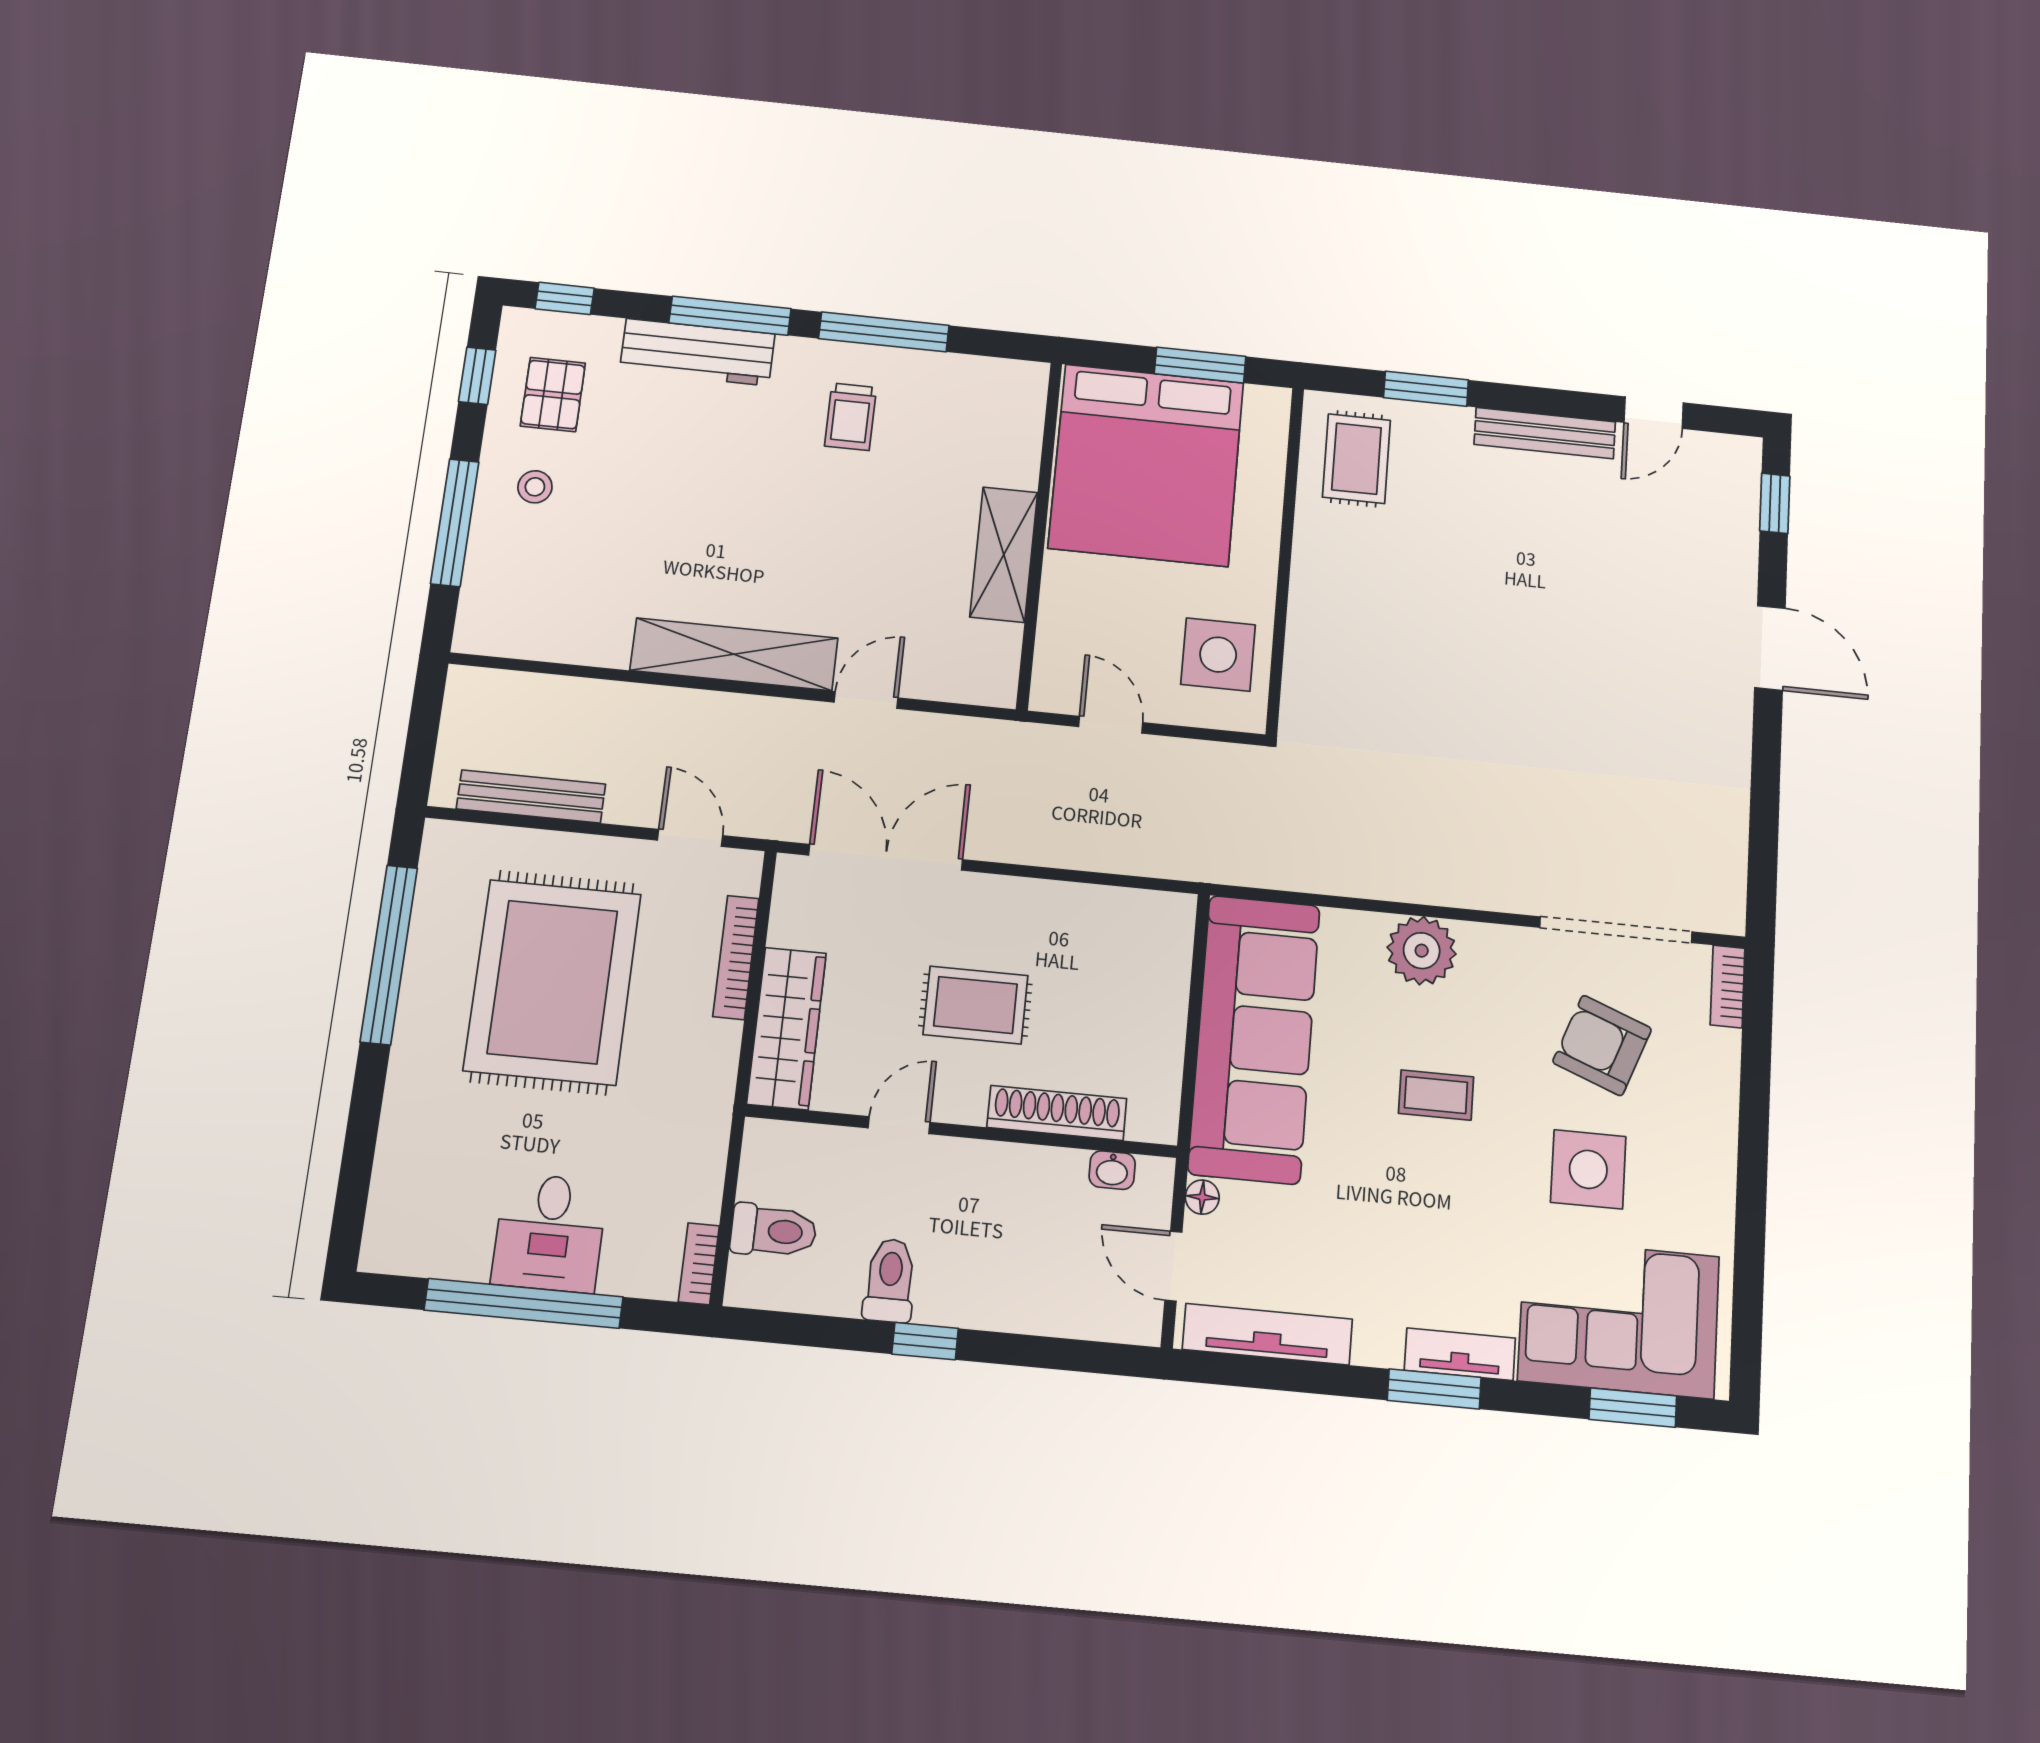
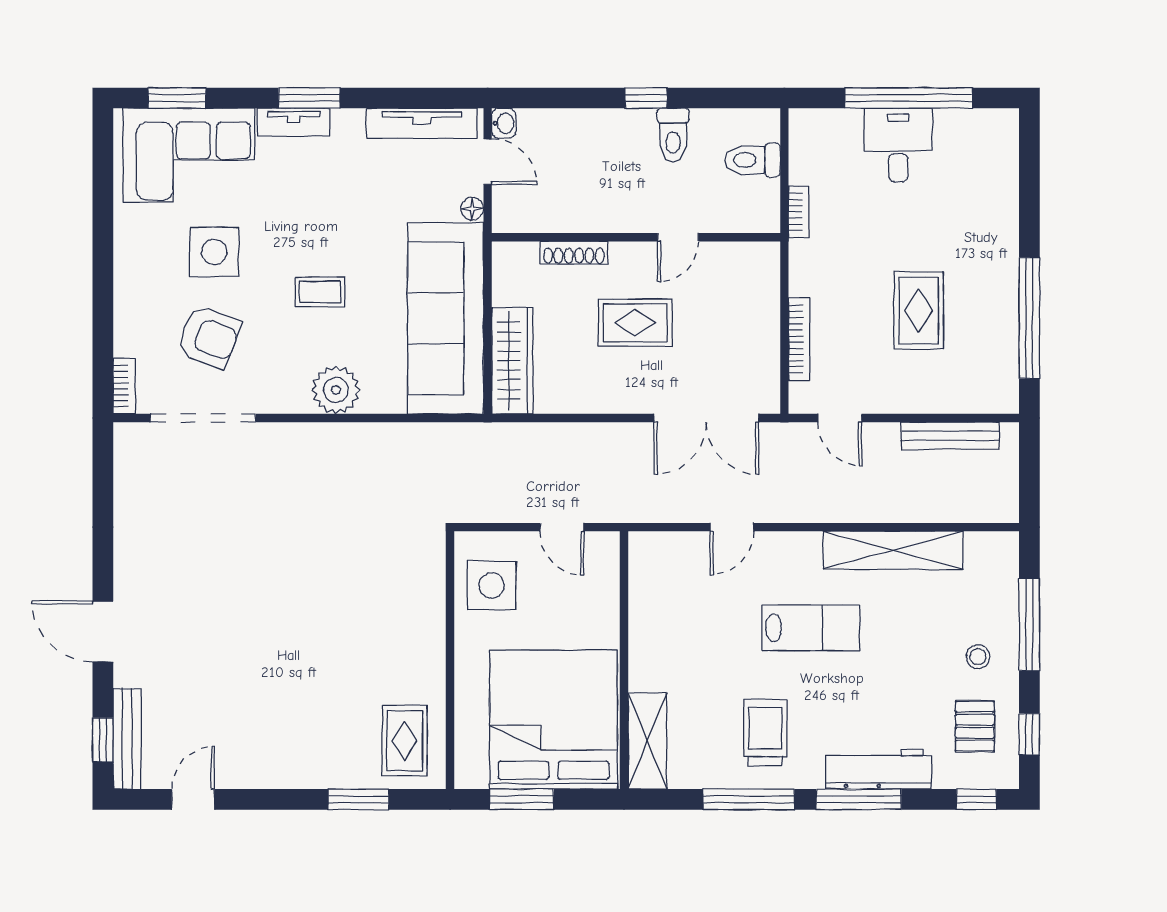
trolley: (851, 417) -> (765, 733), width x1.36, depth x1.39
bench: (1545, 433) -> (127, 739), moved, turned 90
lab bench: (769, 550) -> (811, 628), added
shelving: (1004, 554) -> (647, 741), moved
shelving: (734, 654) -> (893, 550), moved
rug: (553, 982) -> (919, 310), width x0.54, depth x0.49
wardrobe: (787, 1028) -> (512, 361), moved, turned 180
shoe rack: (1057, 1113) -> (574, 253), width x0.74, depth x0.81
washbasin: (1112, 1170) -> (504, 123), moved, turned 90
bookcase: (699, 1264) -> (799, 212), moved

